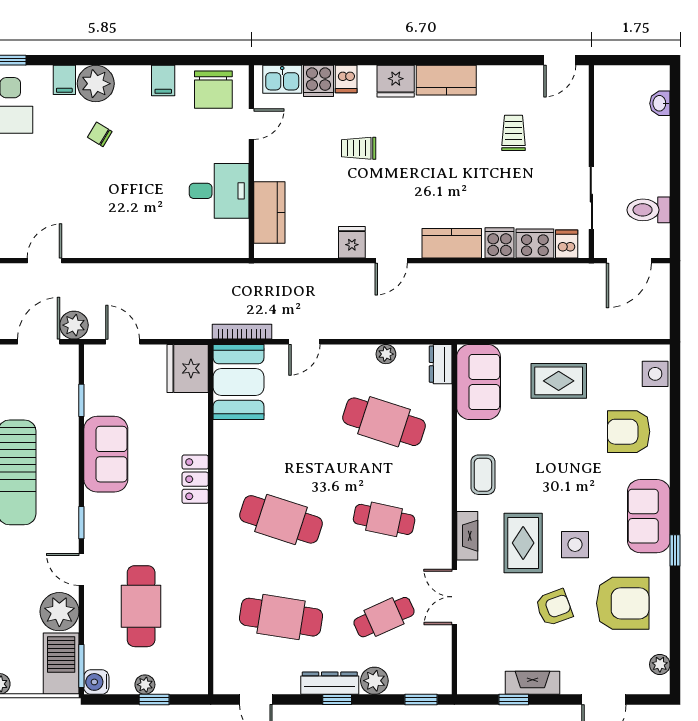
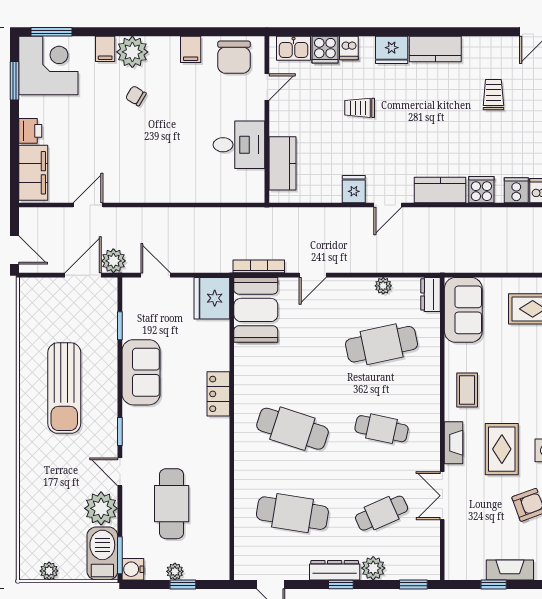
cooker: (535, 243) -> (516, 190), width x0.73
cafe table: (384, 422) -> (382, 344), turned -30

